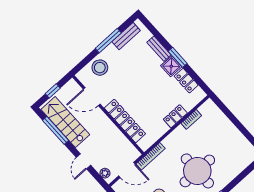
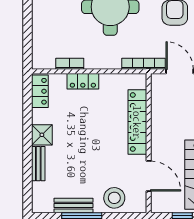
bench: (126, 36) -> (73, 206), moved
window: (178, 57) -> (28, 138), removed
locker: (186, 81) -> (40, 91), moved

